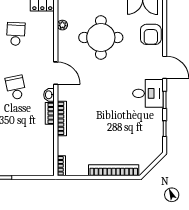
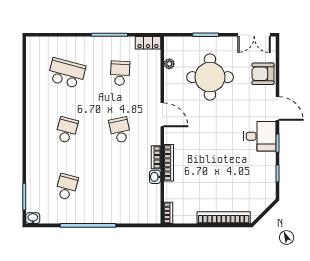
armchair: (151, 34) -> (263, 74), turned 90
washbasin: (49, 95) -> (155, 177), moved

